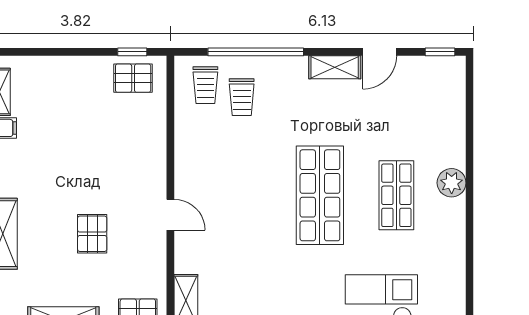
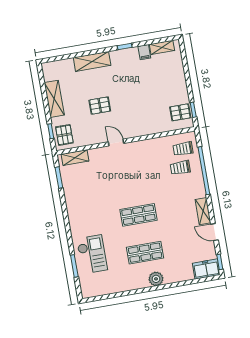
pallet: (133, 78) -> (180, 112), turned 90
freezer: (449, 81) -> (206, 269), added
shop shelf: (320, 195) -> (138, 215), width x0.70, depth x0.74
door: (170, 215) -> (116, 143), swing flipped

